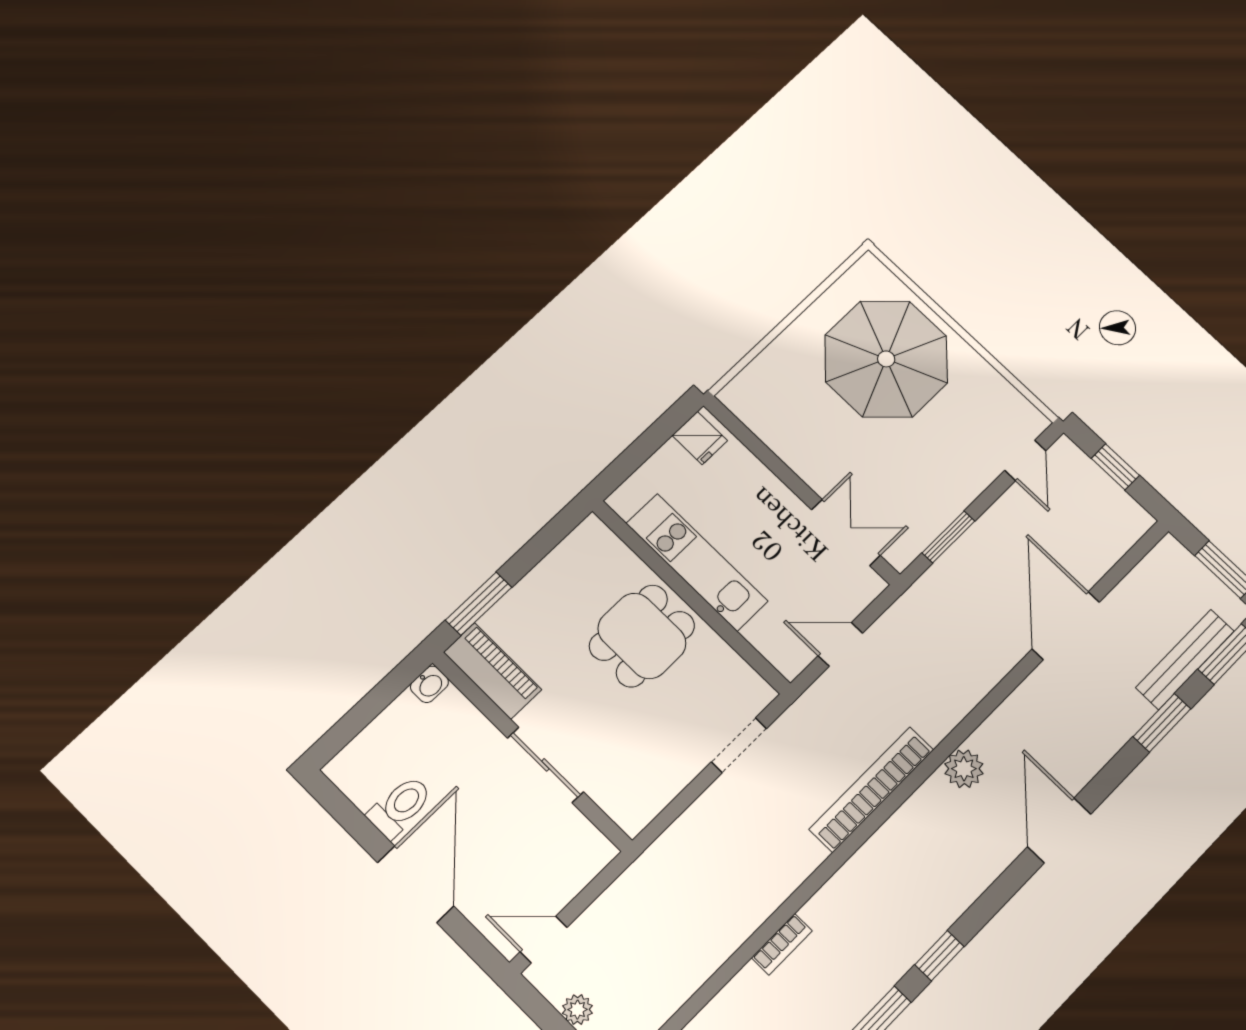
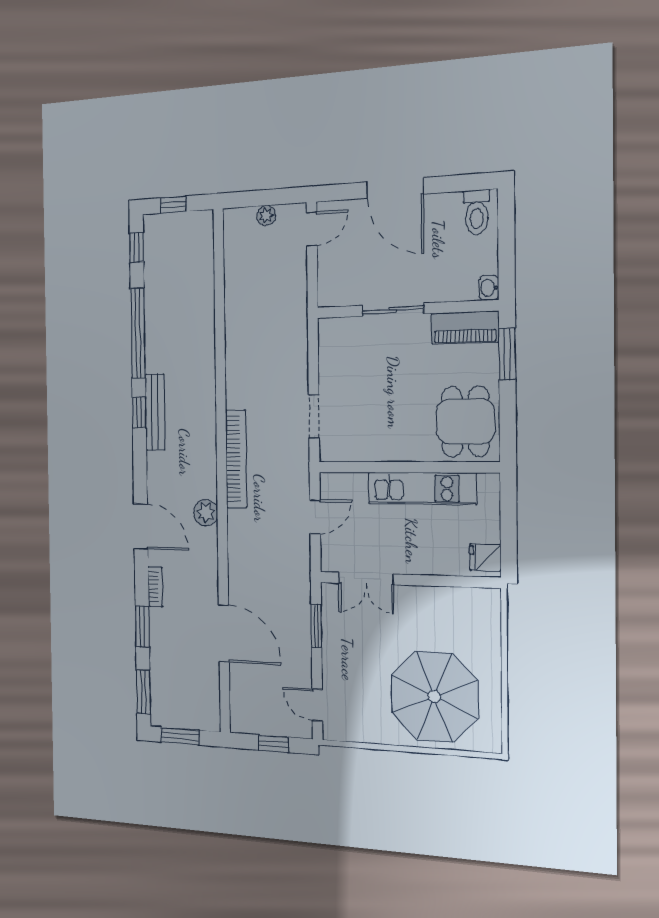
dining table: (642, 636) -> (465, 421), moved
bench: (1185, 659) -> (155, 412), moved
toilet: (400, 807) -> (477, 212), moved
bookcase: (782, 944) -> (155, 587), moved, turned 180

